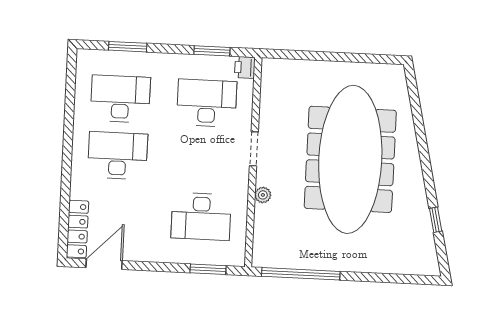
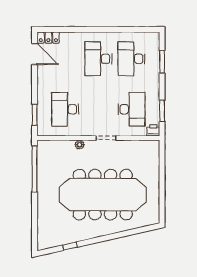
desk: (120, 99) -> (131, 59), turned 180
desk: (118, 156) -> (98, 59), turned 180
locker: (78, 229) -> (48, 38), width x0.66

